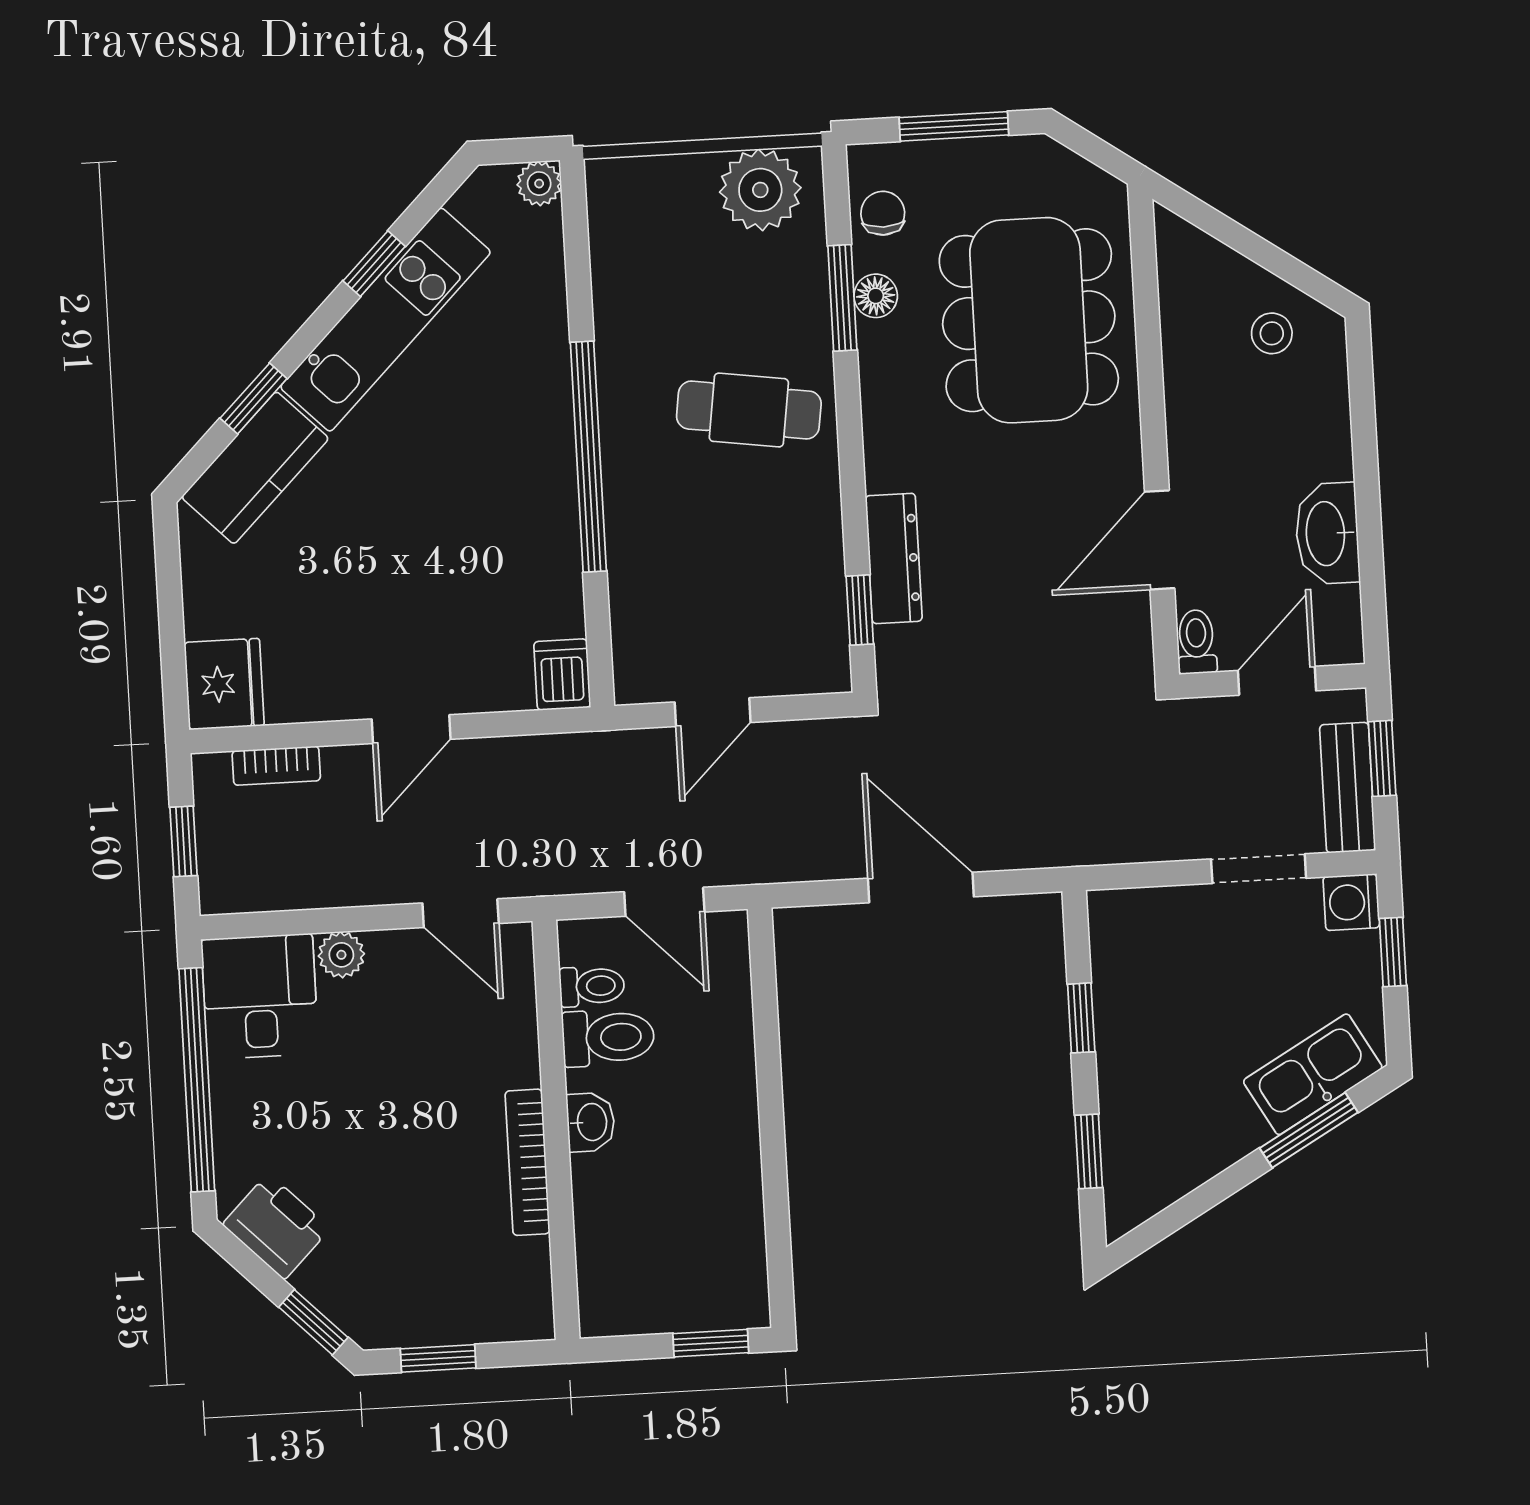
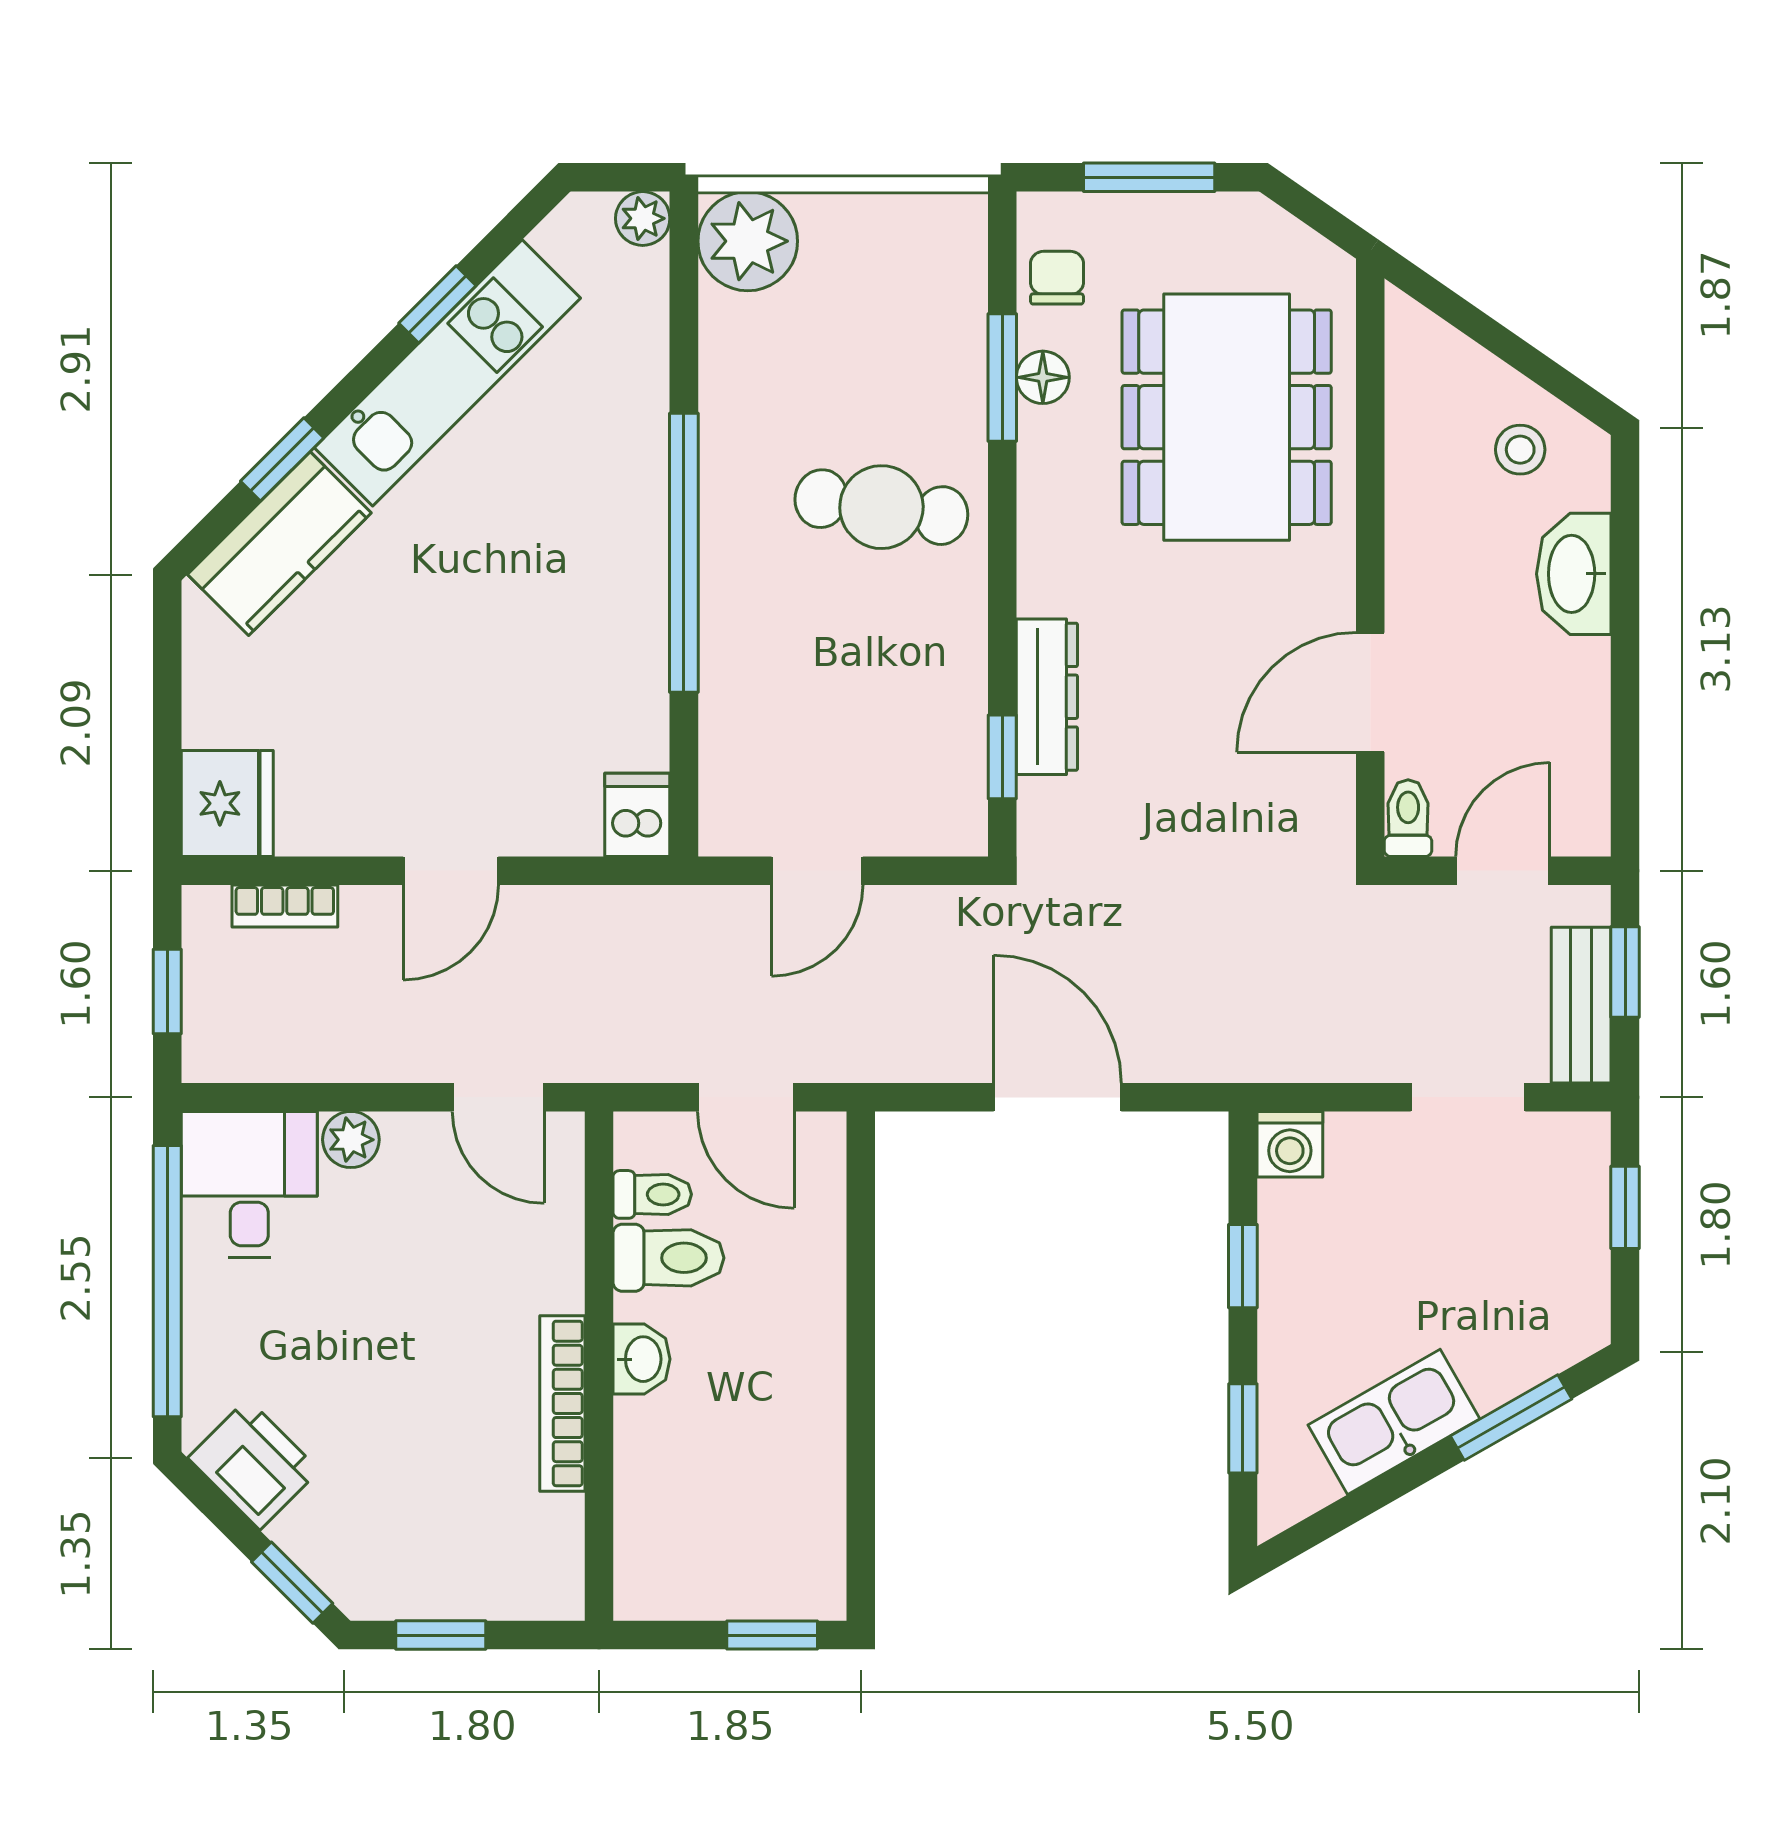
plant: (760, 190) -> (748, 241), moved
washbasin: (1327, 534) -> (1574, 574), moved
washing machine: (1351, 902) -> (1290, 1144), moved, turned -90
kitchen sink: (1313, 1074) -> (1394, 1422), moved

